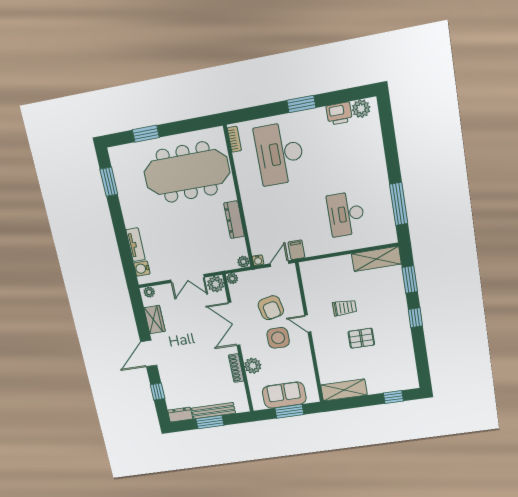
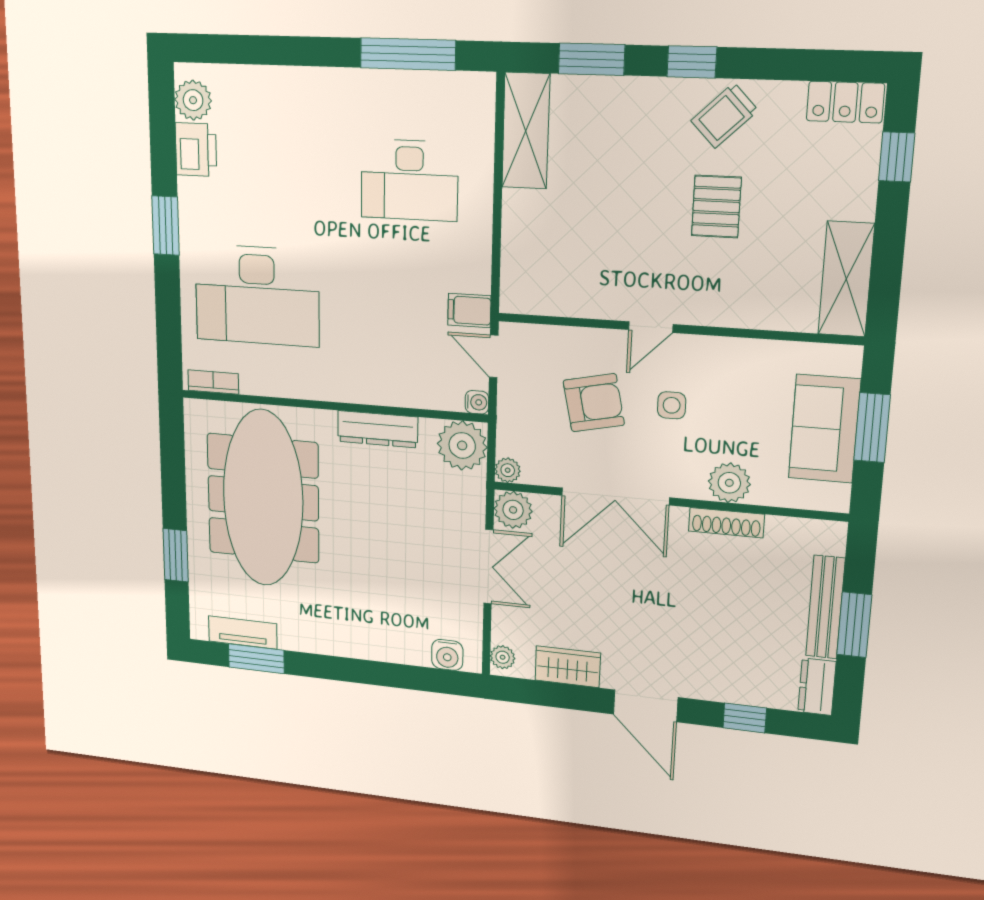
tv unit: (136, 245) -> (243, 632), moved
plant: (243, 262) -> (462, 445), width x1.87, depth x1.87
trolley: (345, 308) -> (724, 116), moved, turned -134
side table: (278, 338) -> (672, 405), width x0.54, depth x0.54
locker: (410, 375) -> (845, 102), added

